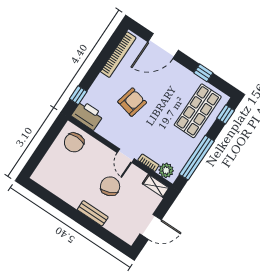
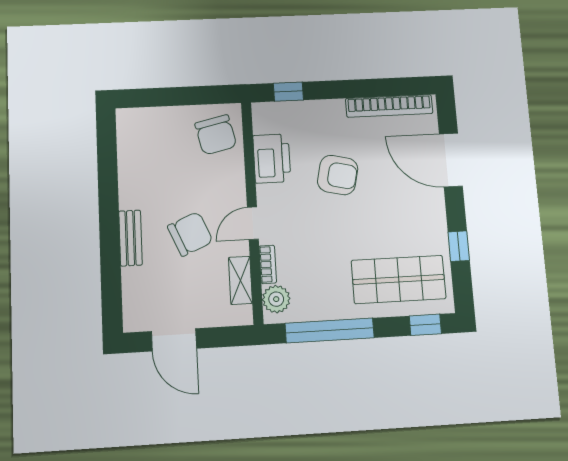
printer: (87, 115) -> (272, 158), moved
chair: (74, 142) -> (216, 135), turned -103
shelving: (156, 186) -> (240, 280), moved

